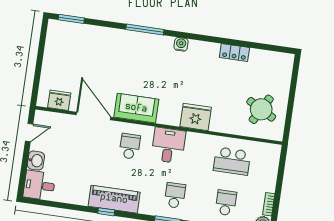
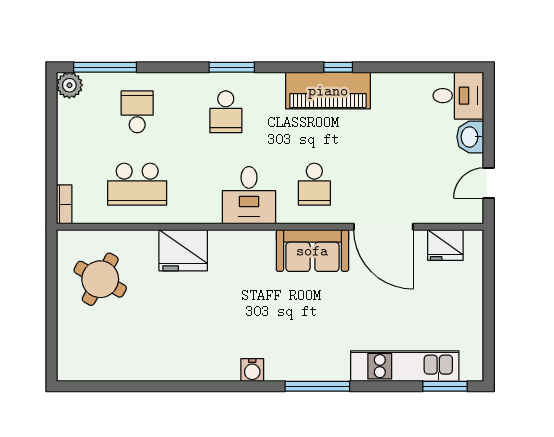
kitchen unit: (93, 34) -> (405, 366), added
locker: (234, 53) -> (159, 369), removed
fridge: (196, 117) -> (183, 250), moved
school desk: (232, 161) -> (137, 184), turned 180
school desk: (226, 203) -> (137, 112), turned 180
bookcase: (269, 204) -> (64, 204), moved

